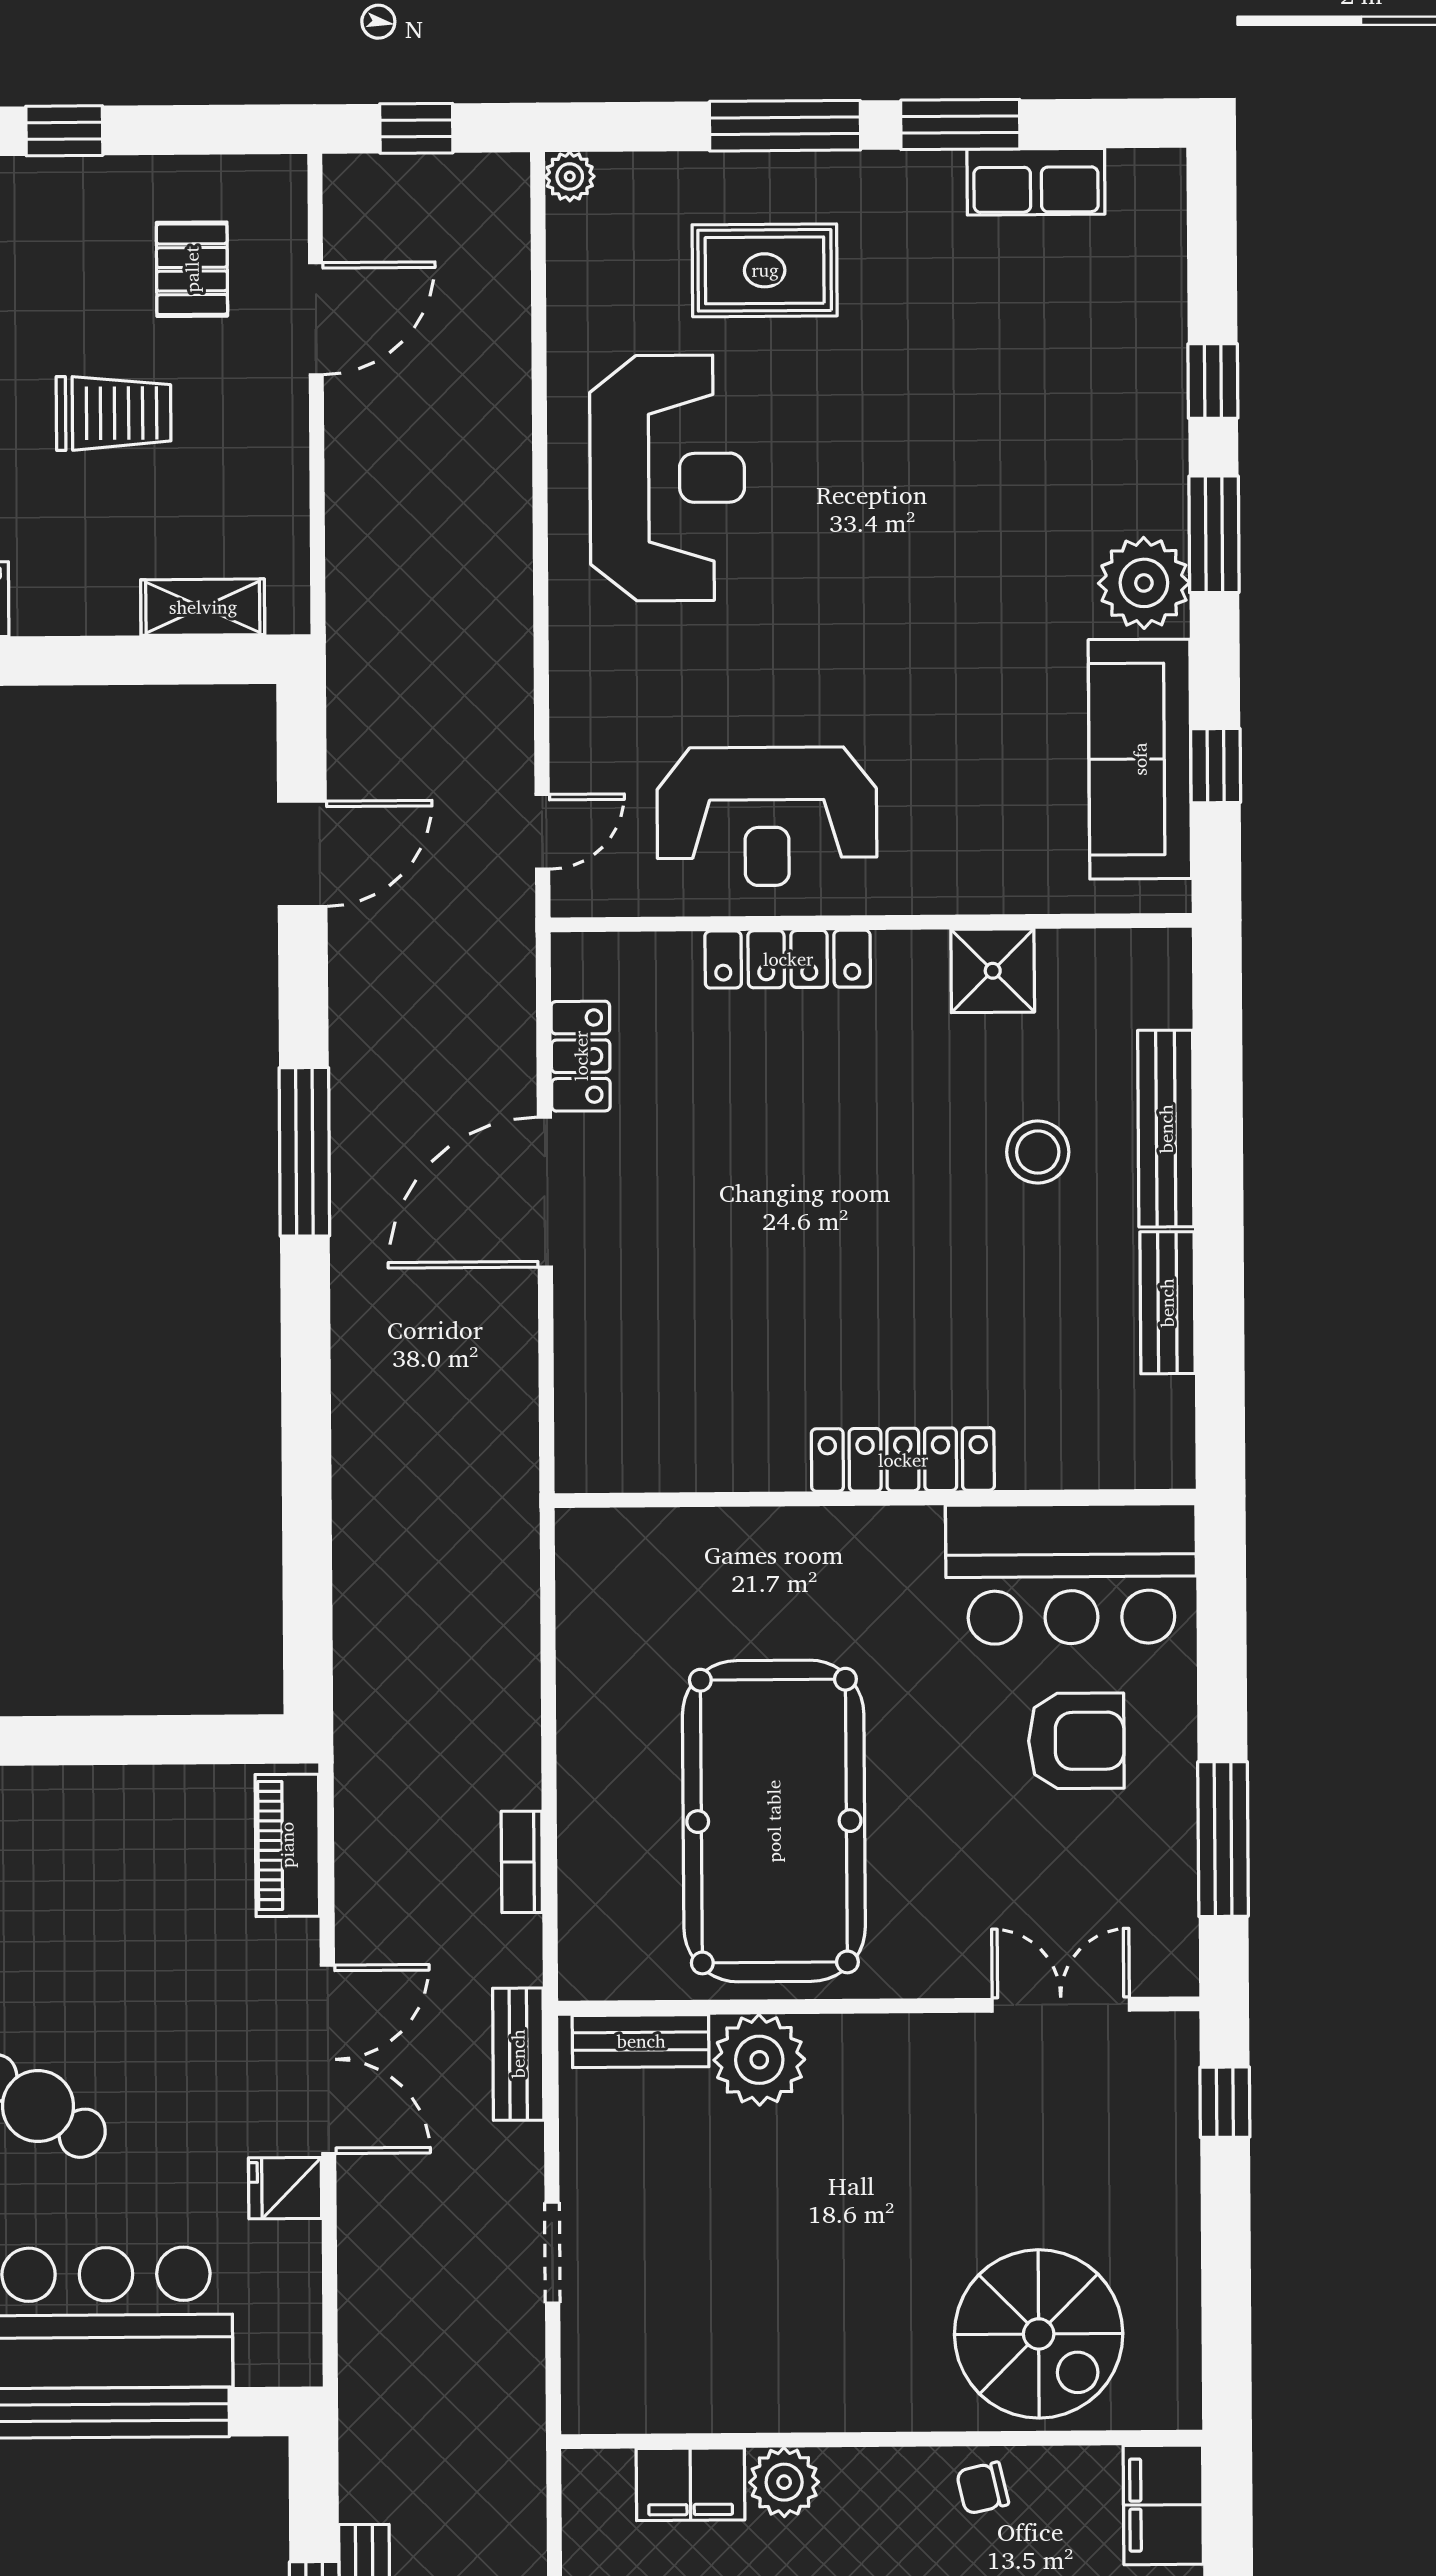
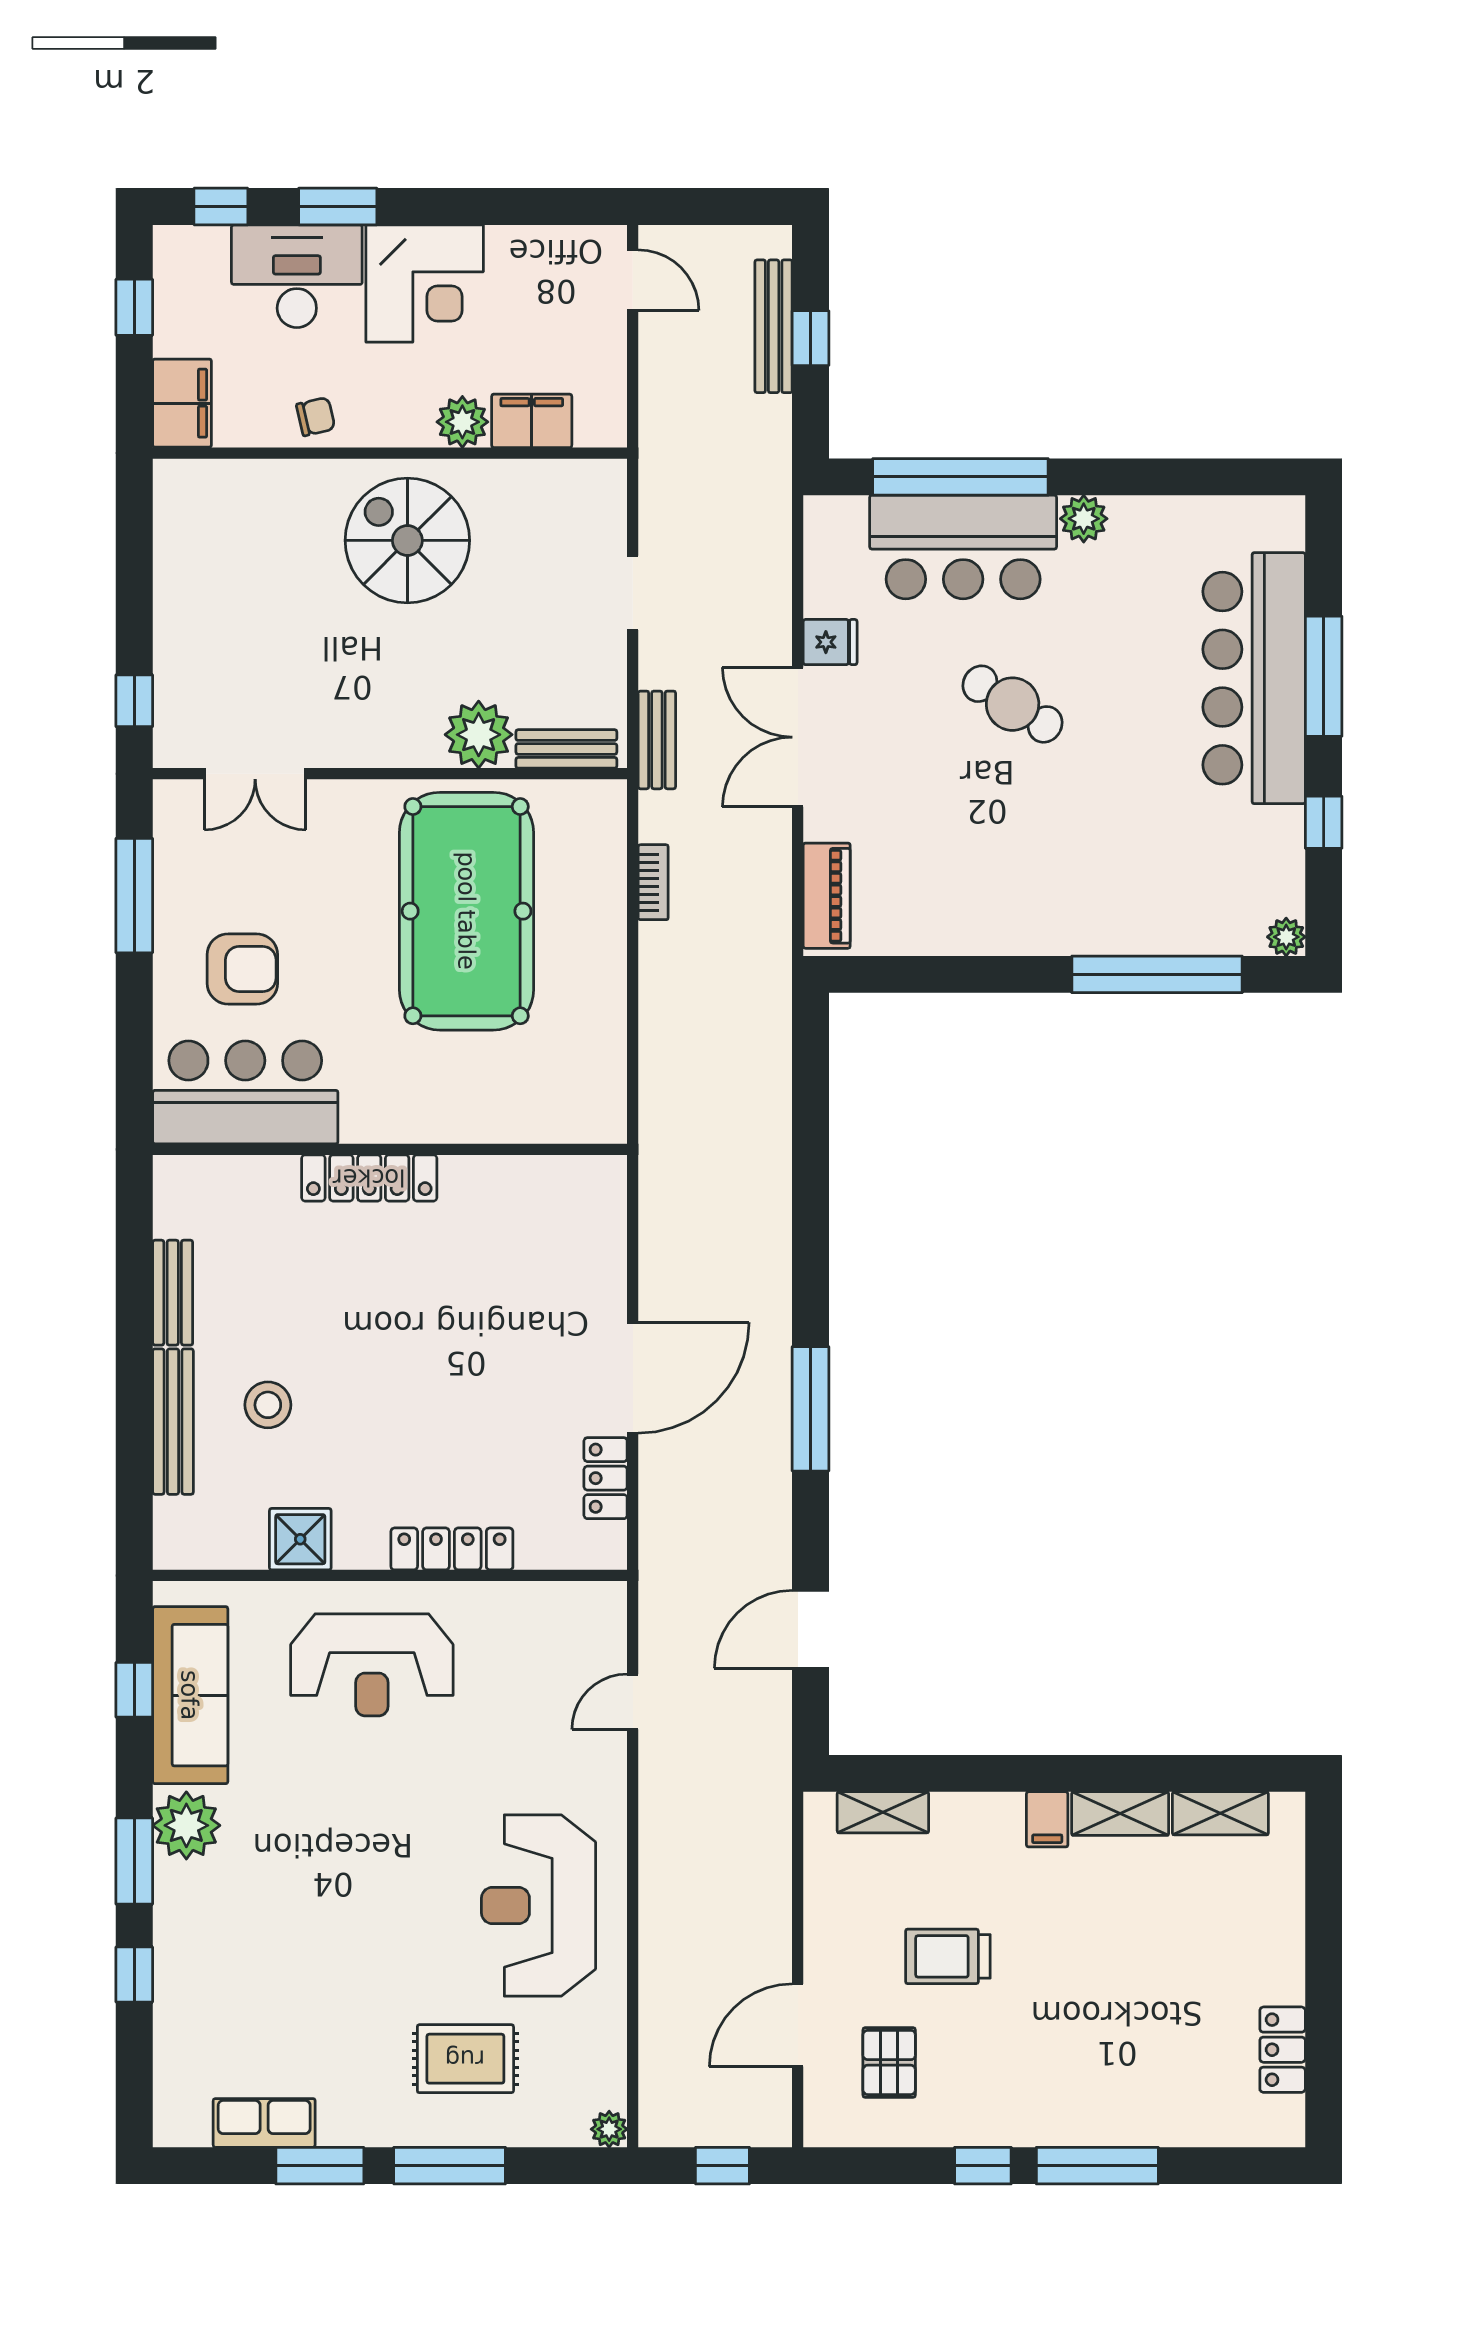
reception desk: (767, 816) -> (372, 1665), moved, turned 180
door: (542, 832) -> (633, 1702), moved
armchair: (1076, 1741) -> (242, 969), turned 180
spiral stairs: (1039, 2334) -> (407, 540), moved

